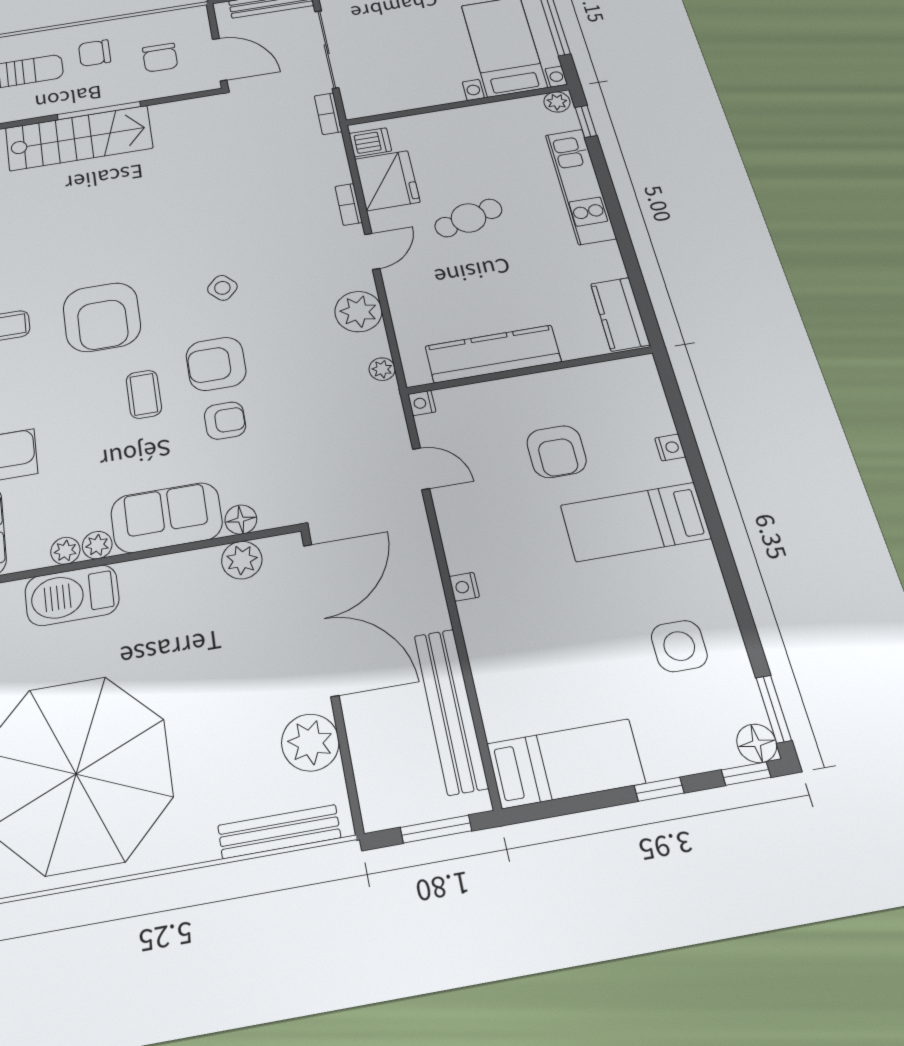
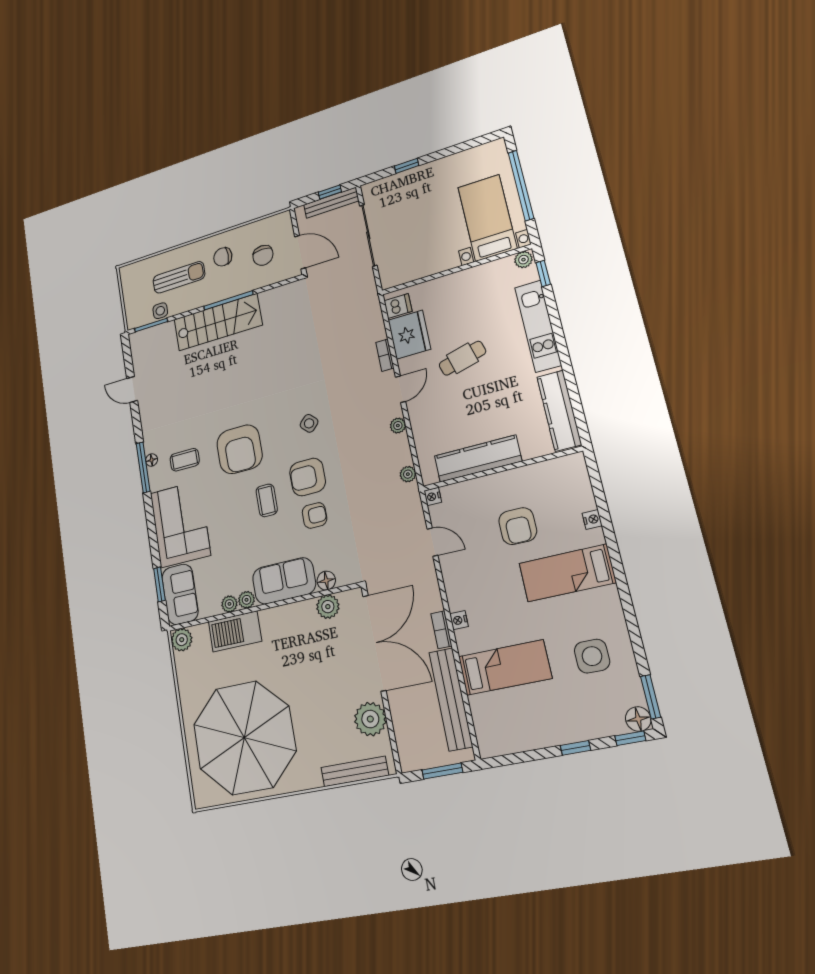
bookcase: (328, 114) -> (441, 630), moved
plant: (358, 312) -> (398, 426), width x0.53, depth x0.53
kitchen counter: (620, 314) -> (559, 411), width x1.50
bed: (566, 763) -> (505, 667), moved

